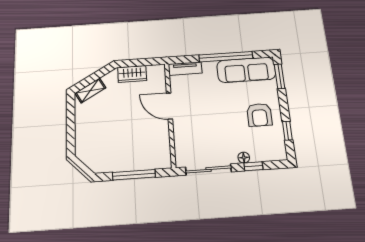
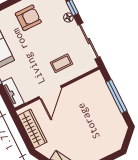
wardrobe: (132, 74) -> (33, 129), width x1.50
coffee table: (196, 130) -> (61, 63), added

